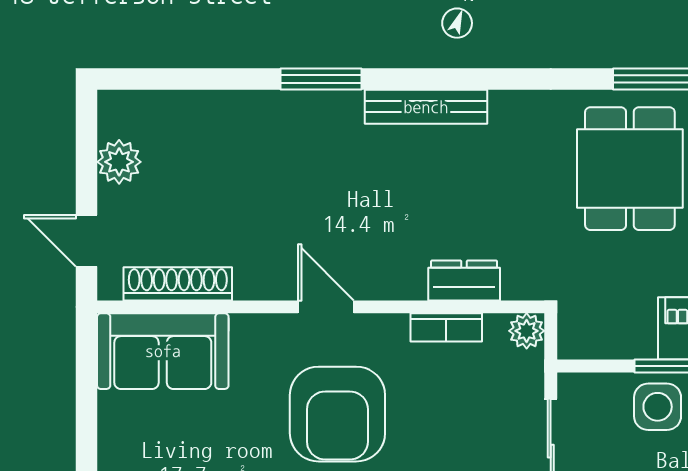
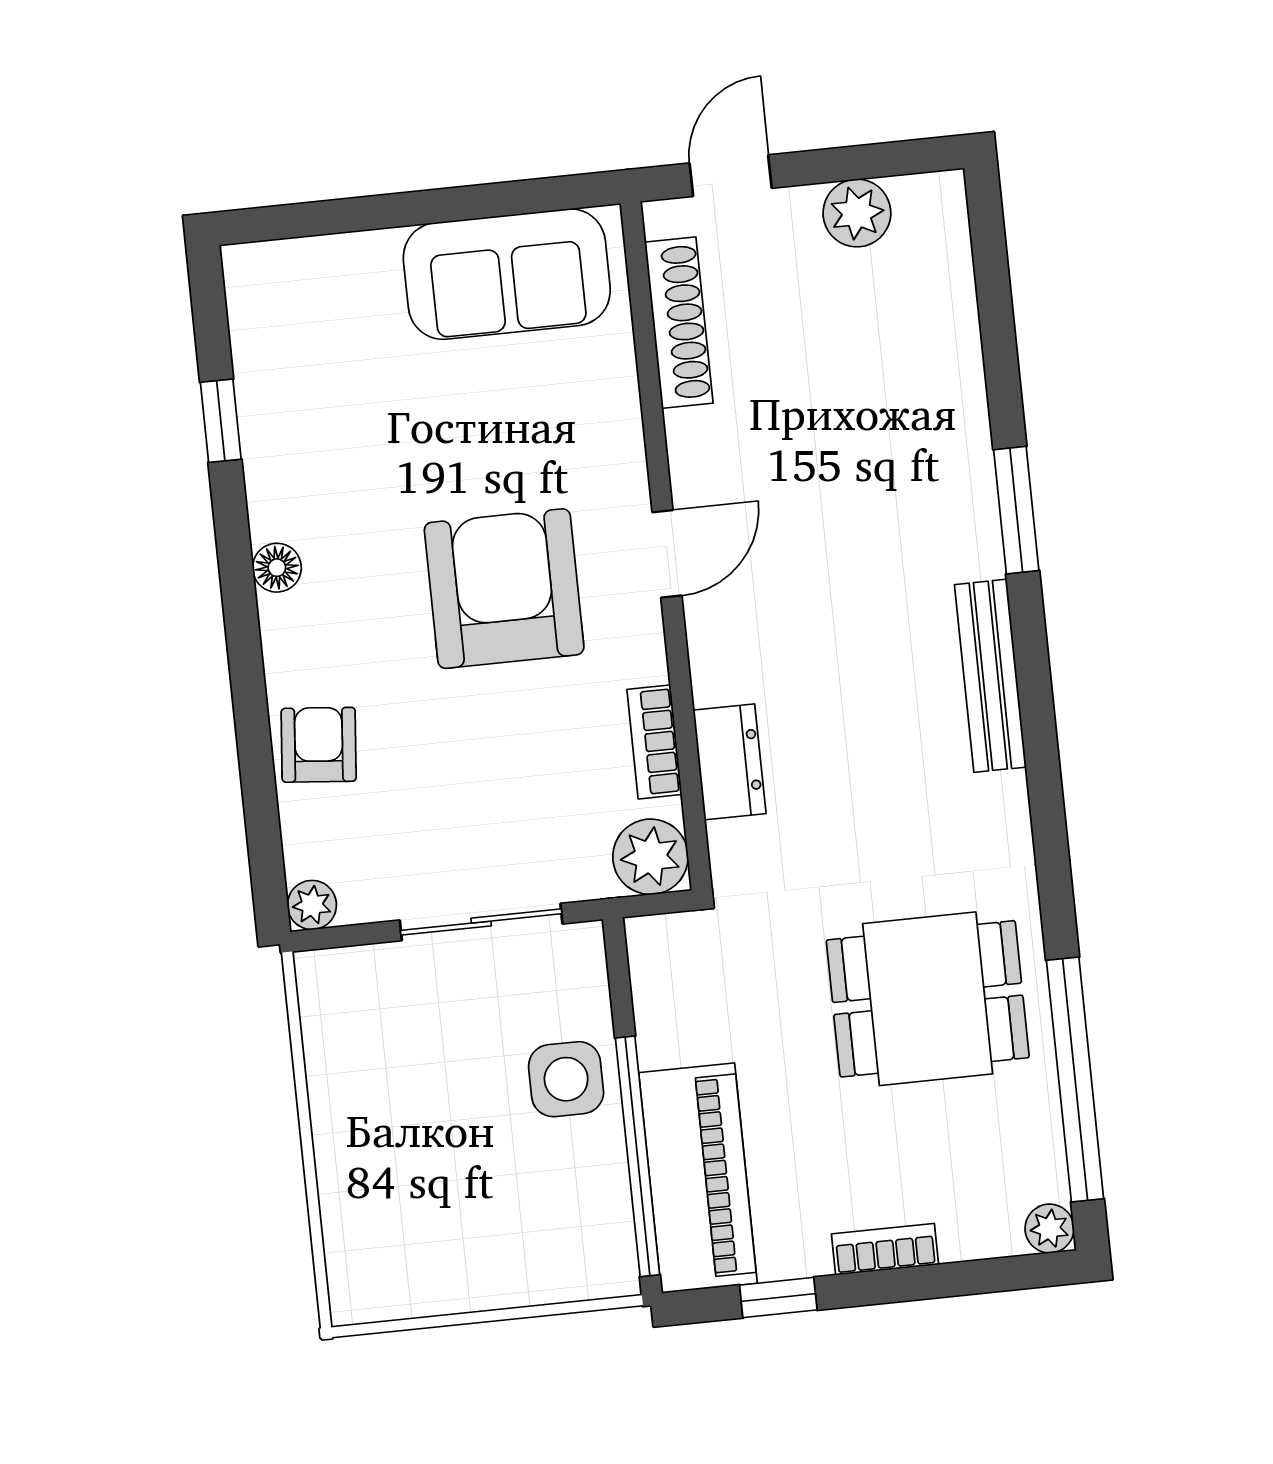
plant: (527, 331) -> (651, 857), width x1.38, depth x1.38
sofa: (163, 351) -> (507, 274), moved, turned -90
armchair: (337, 414) -> (504, 589), turned 90

